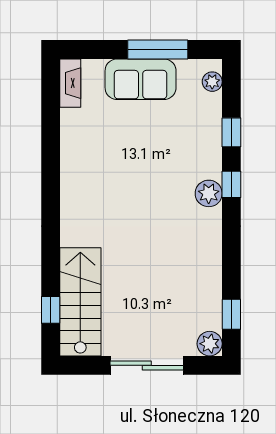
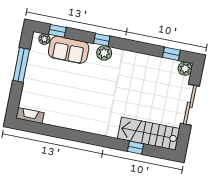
sofa: (141, 79) -> (69, 50), moved, turned 90
window: (231, 132) -> (57, 31), moved
window: (51, 310) -> (136, 148), moved

